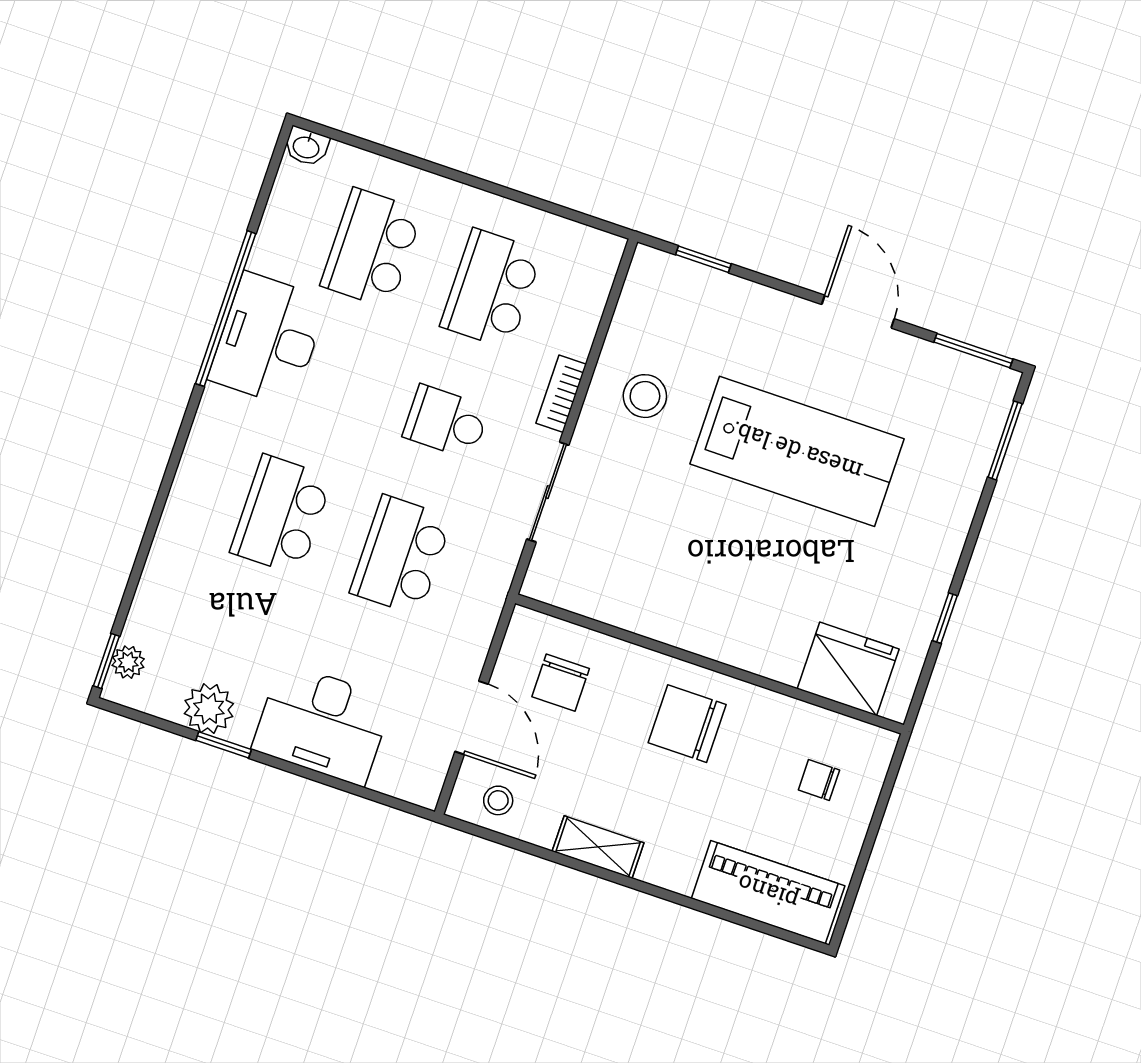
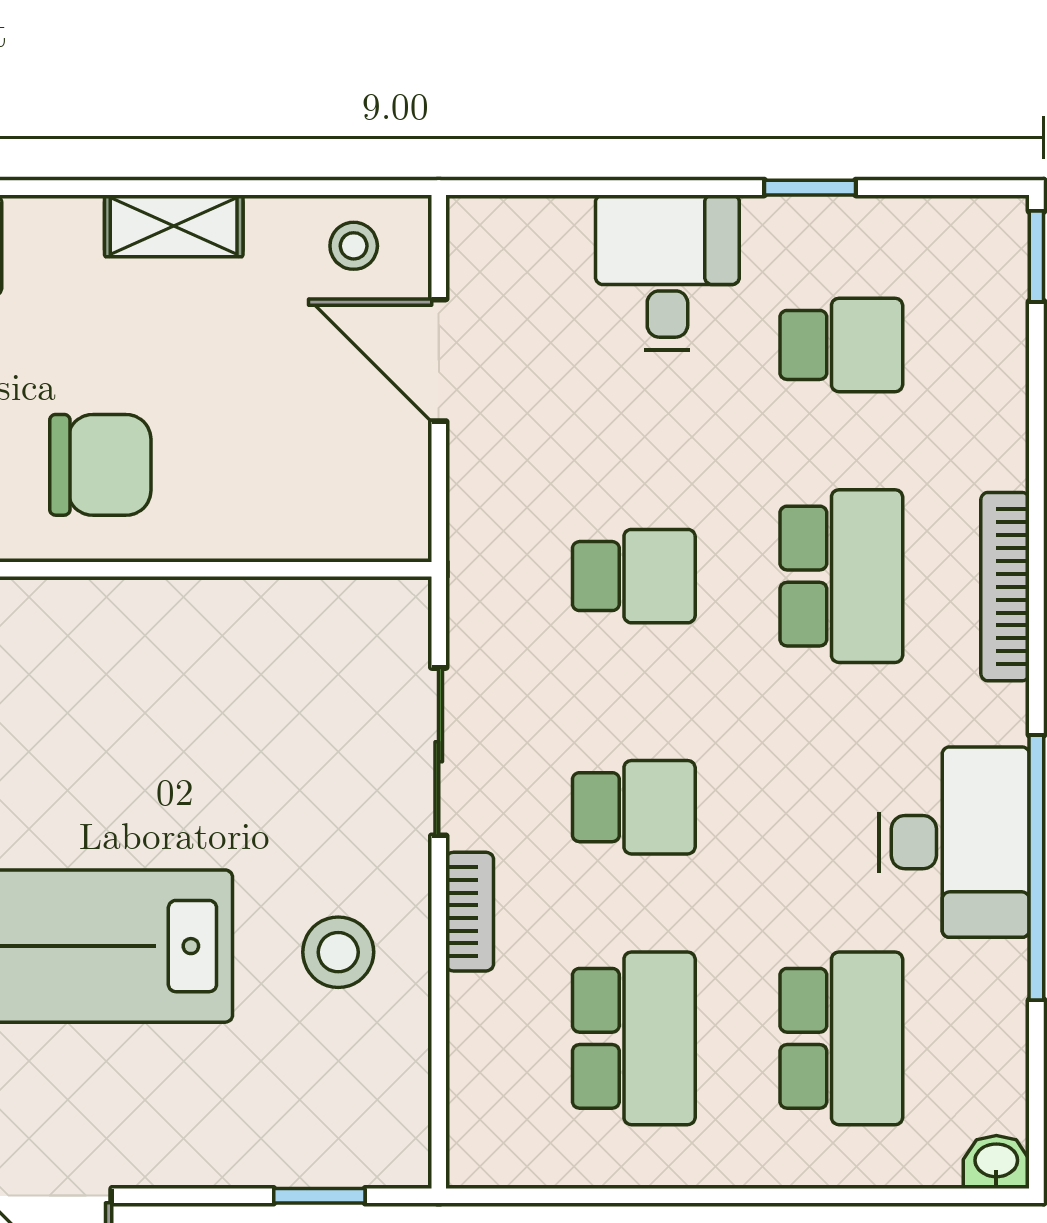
bookcase: (189, 477) -> (1005, 587), added
school desk: (401, 555) -> (634, 576), width x0.54
school desk: (236, 648) -> (841, 345), added
plant: (128, 662) -> (1002, 266), removed
chair: (561, 683) -> (318, 462), removed
plant: (209, 709) -> (852, 236), removed
desk: (322, 724) -> (667, 272), width x0.73

